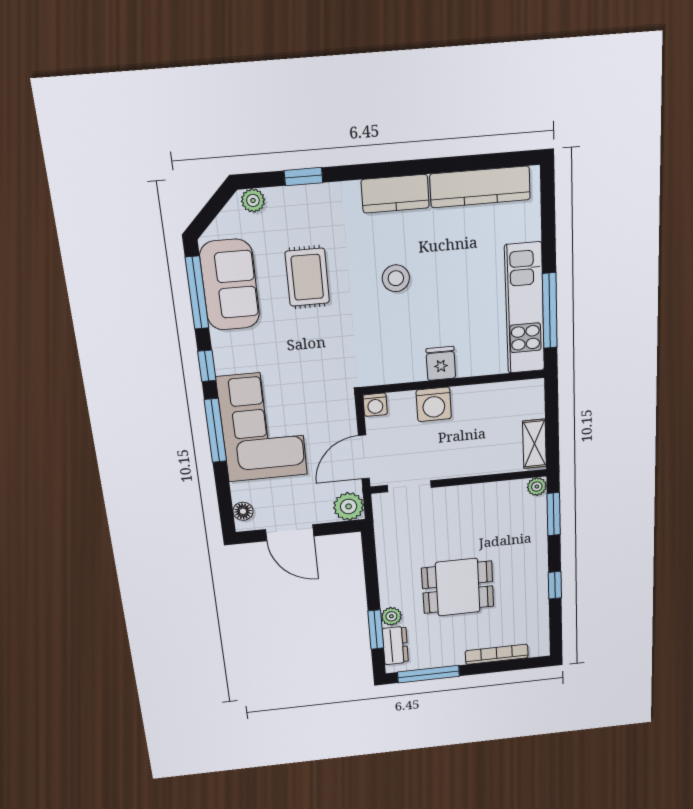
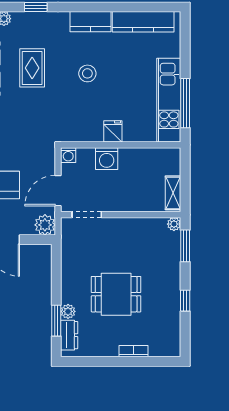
bookcase: (497, 654) -> (133, 351), width x0.64
window: (429, 674) -> (91, 361), removed

